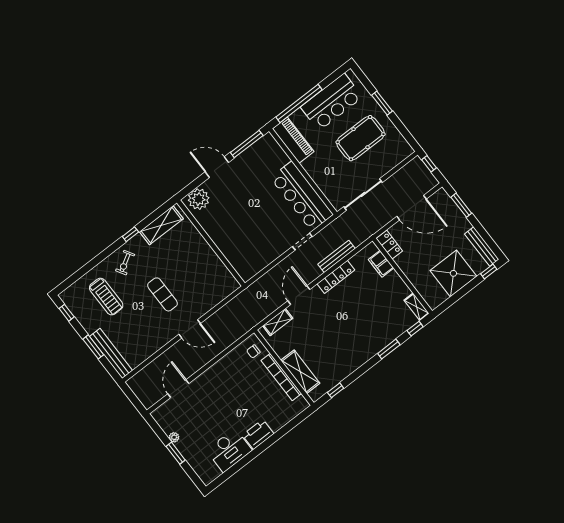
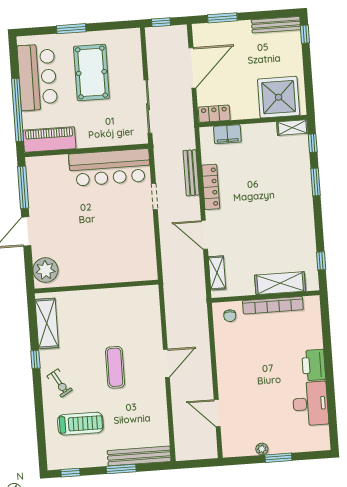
shower: (453, 273) -> (279, 97), moved
exercise mat: (162, 294) -> (115, 367), turned 90

